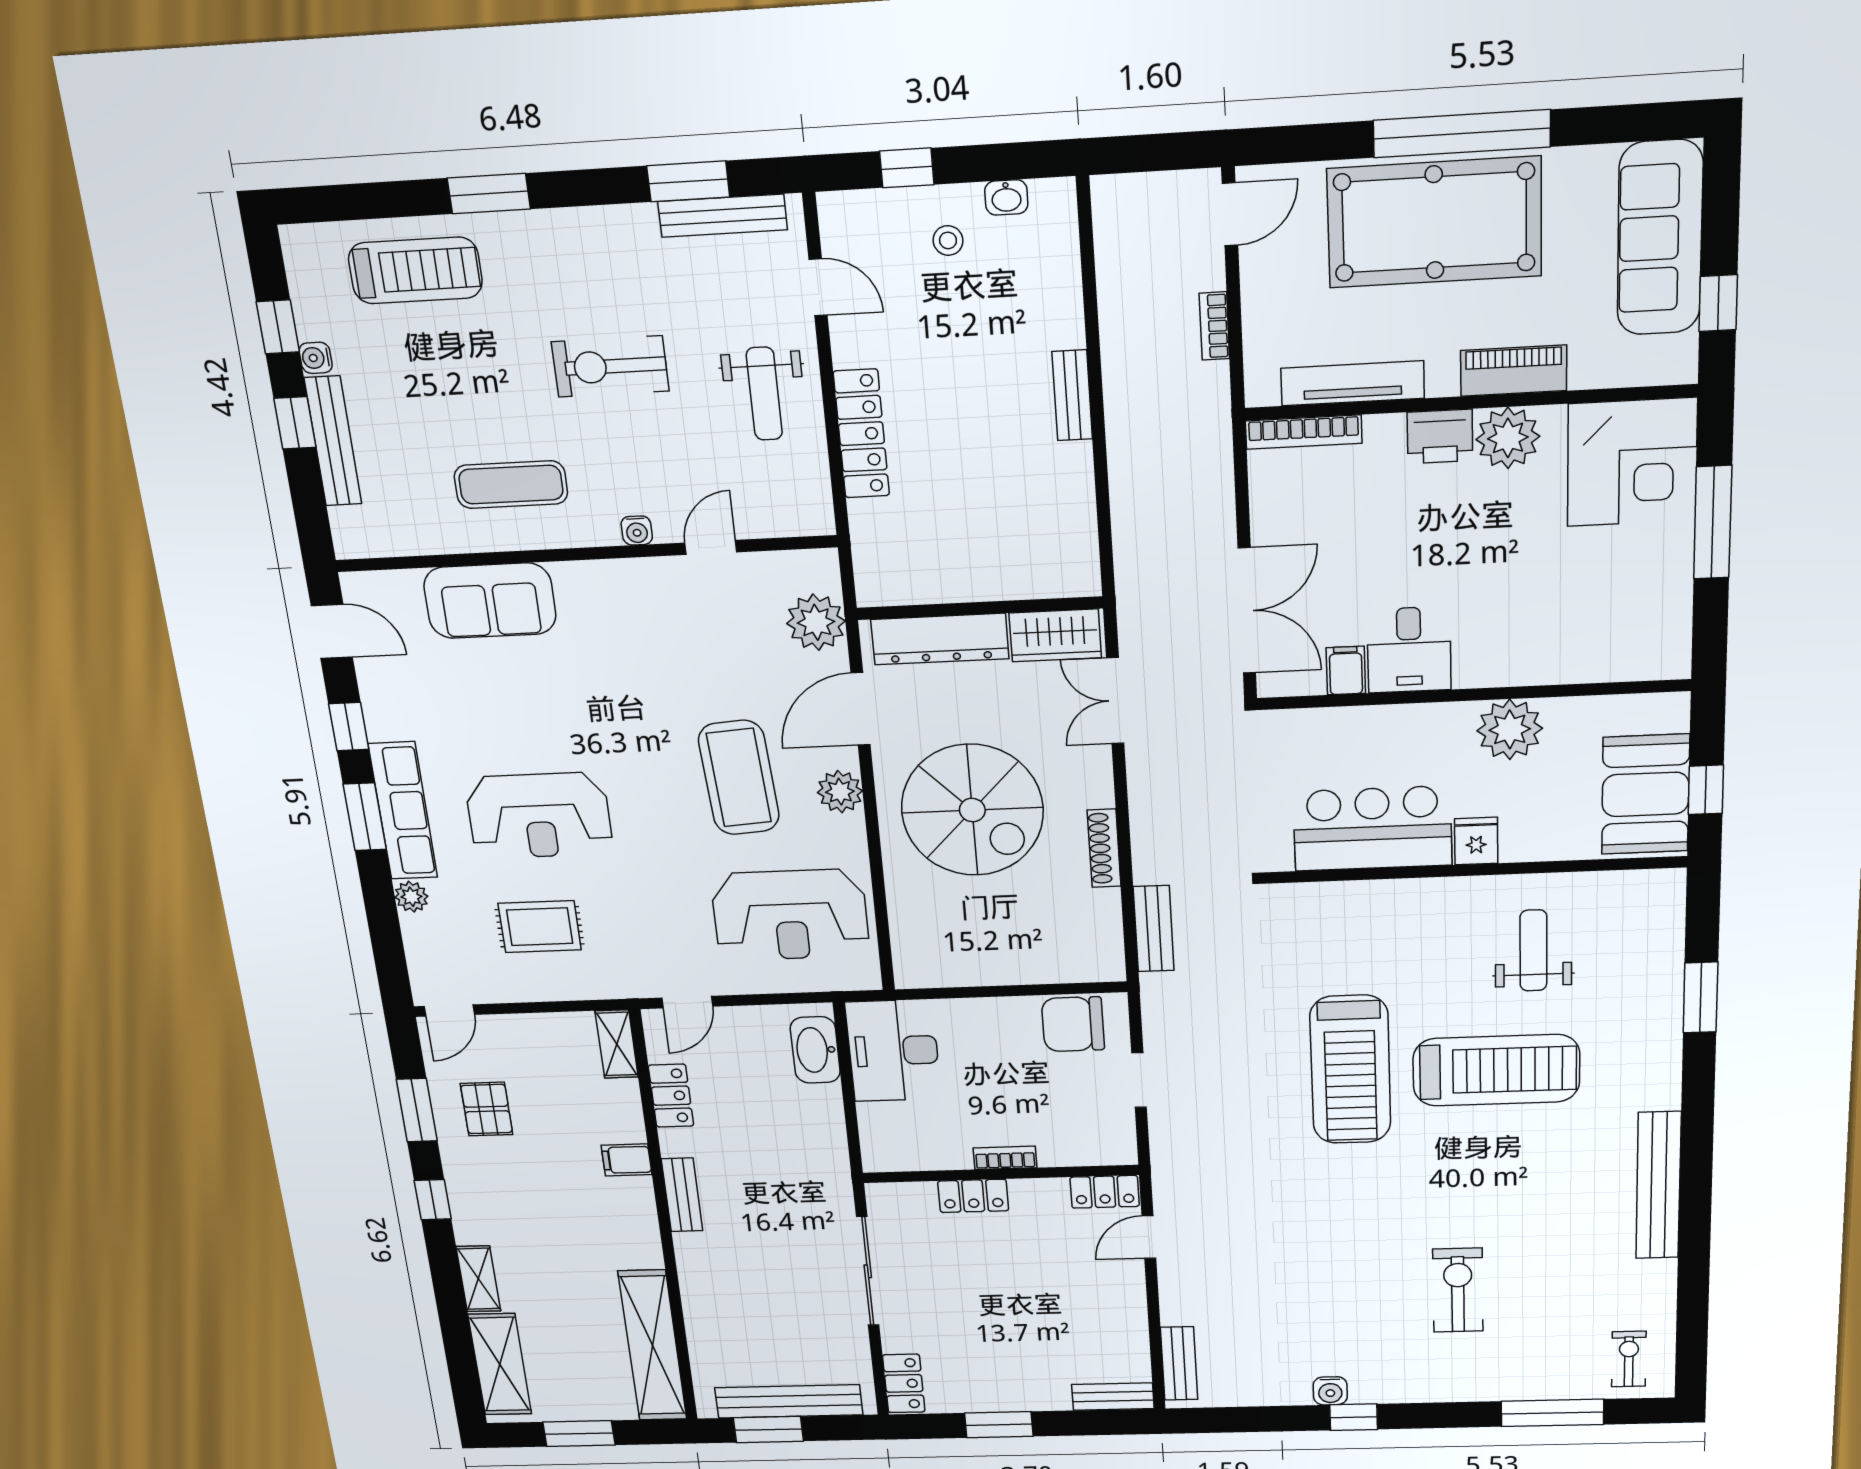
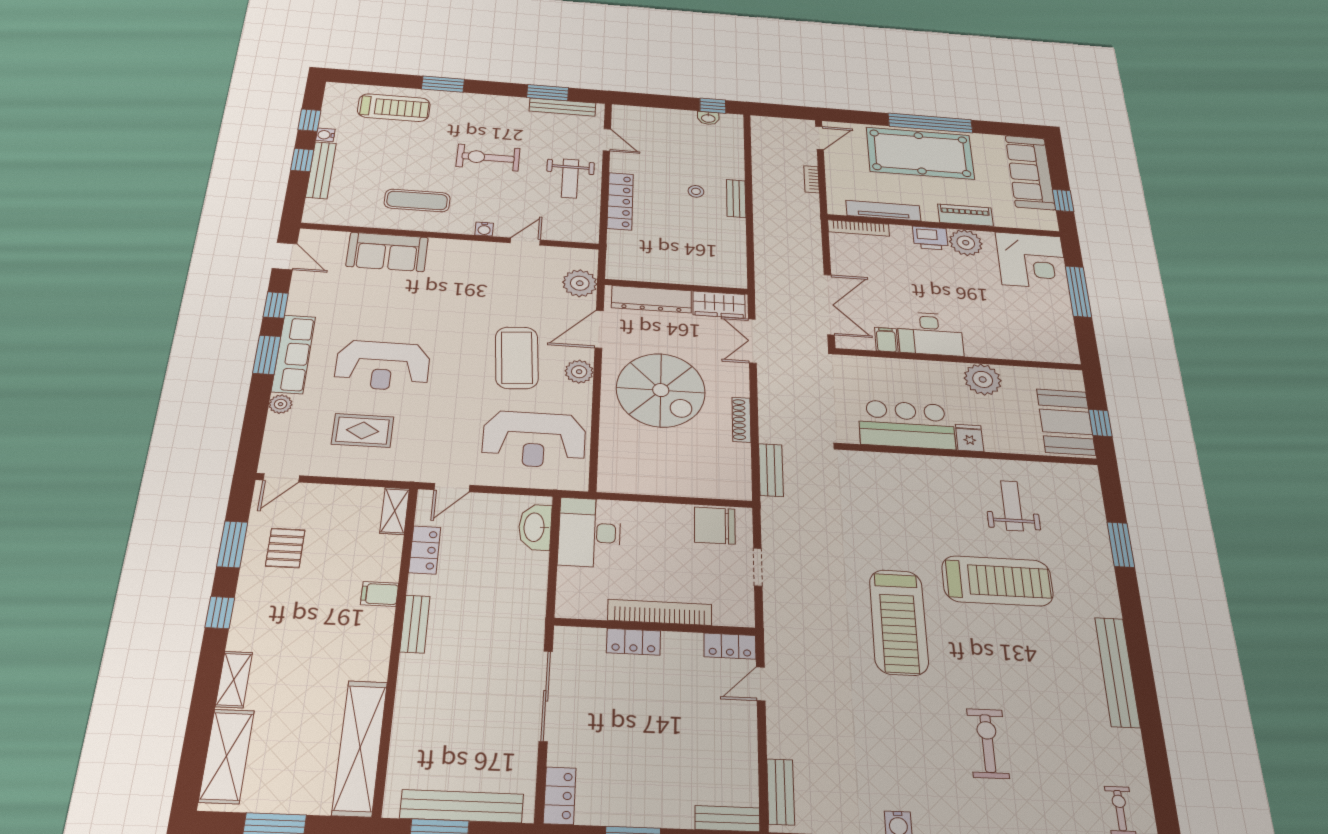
window: (907, 168) -> (713, 106), moved
stool: (948, 240) -> (696, 191), moved
desk: (1409, 650) -> (930, 334), width x1.37
treadmill: (1350, 1070) -> (899, 622), moved
bookcase: (1005, 1158) -> (660, 612), width x2.31, depth x1.31

